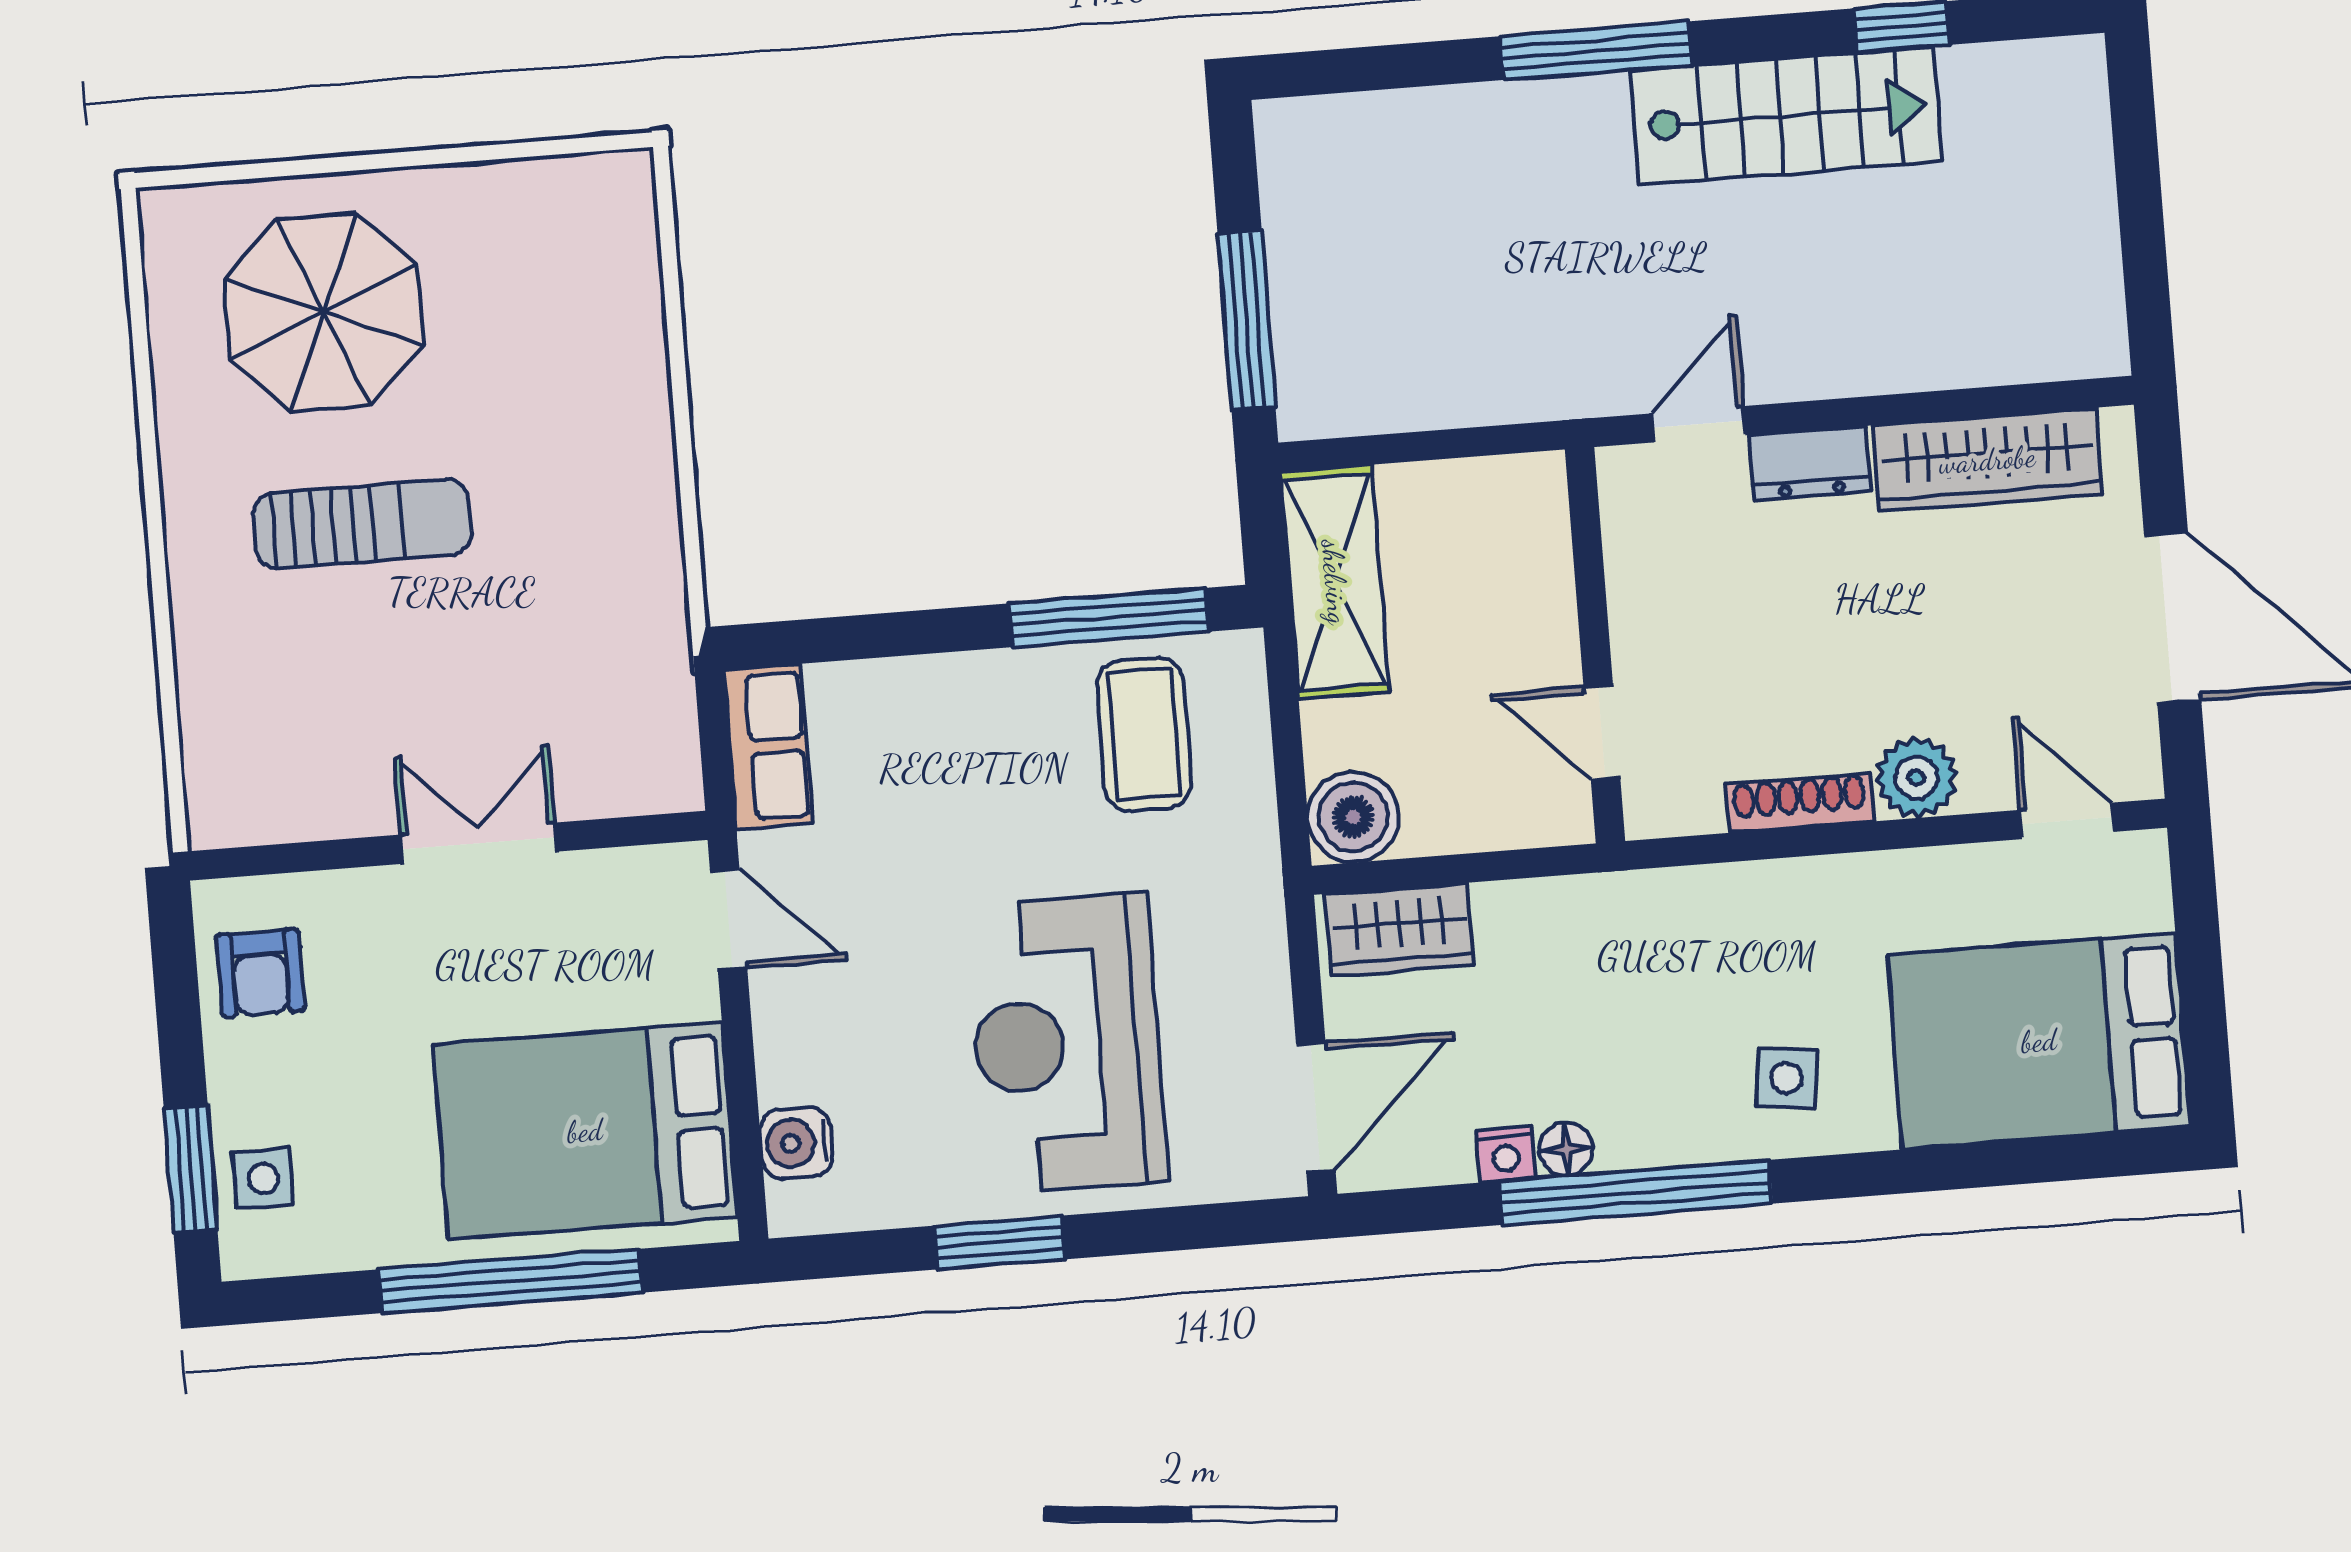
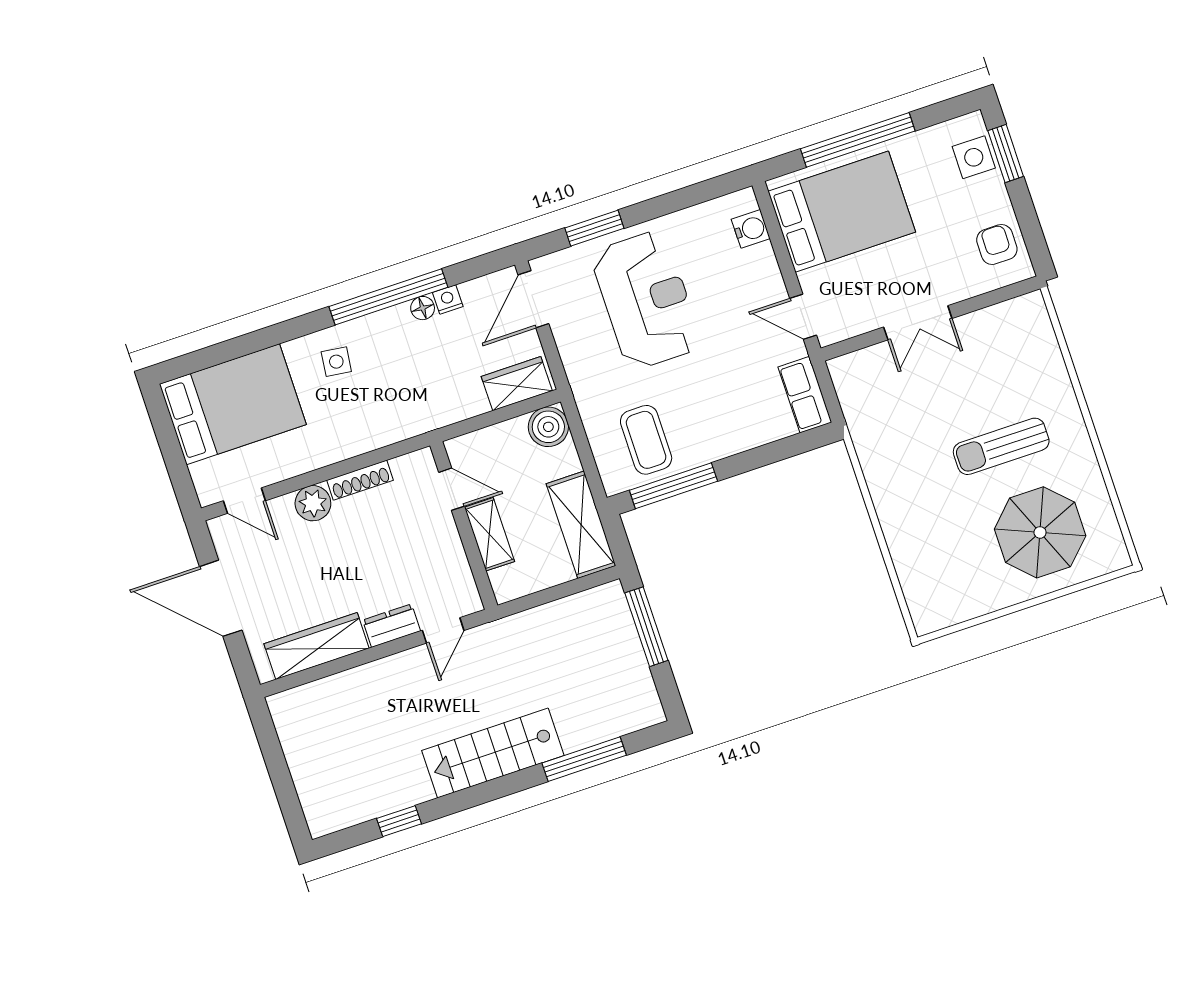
window: (1597, 51) -> (584, 759), moved
stairs: (1786, 115) -> (493, 753), moved
shelving: (1543, 611) -> (489, 534), added
side table: (263, 1178) -> (974, 157), width x1.37, depth x1.37
window: (1000, 1243) -> (594, 228), moved

